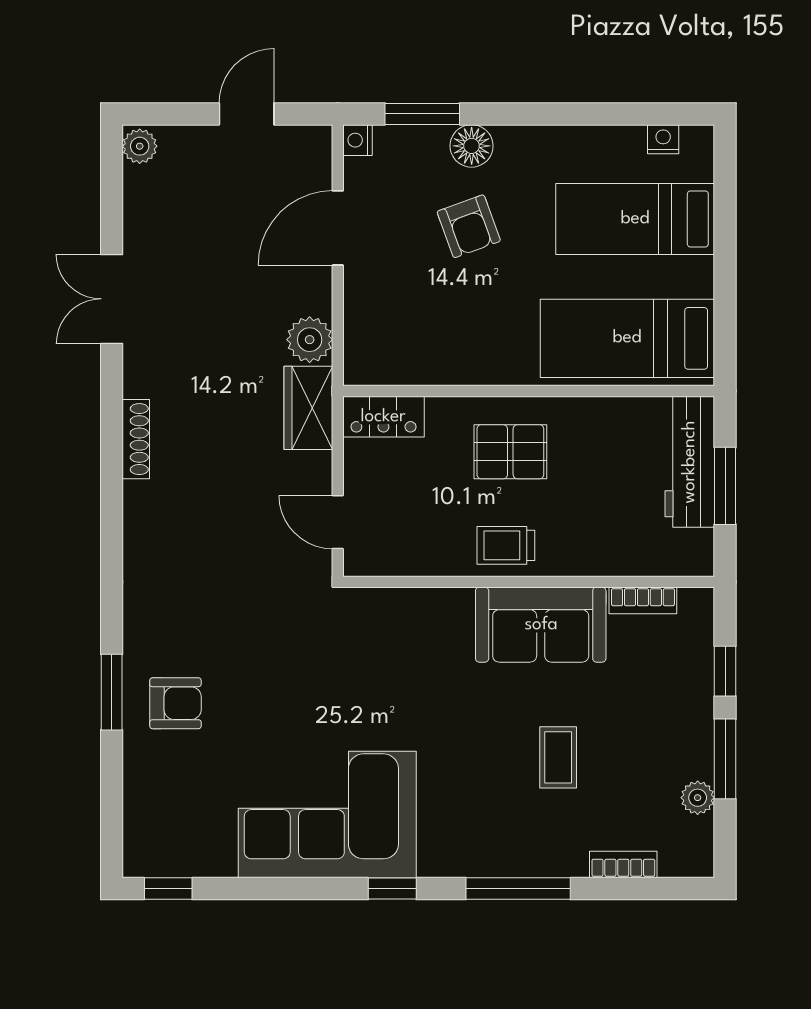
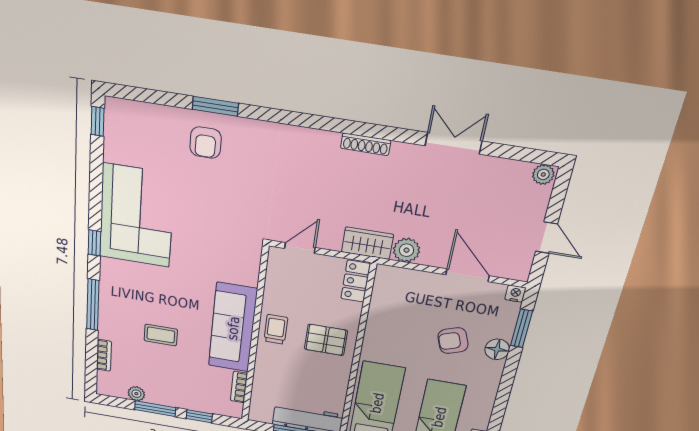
pallet: (510, 452) -> (326, 340), turned 90
sofa: (541, 625) -> (233, 328), width x1.36

